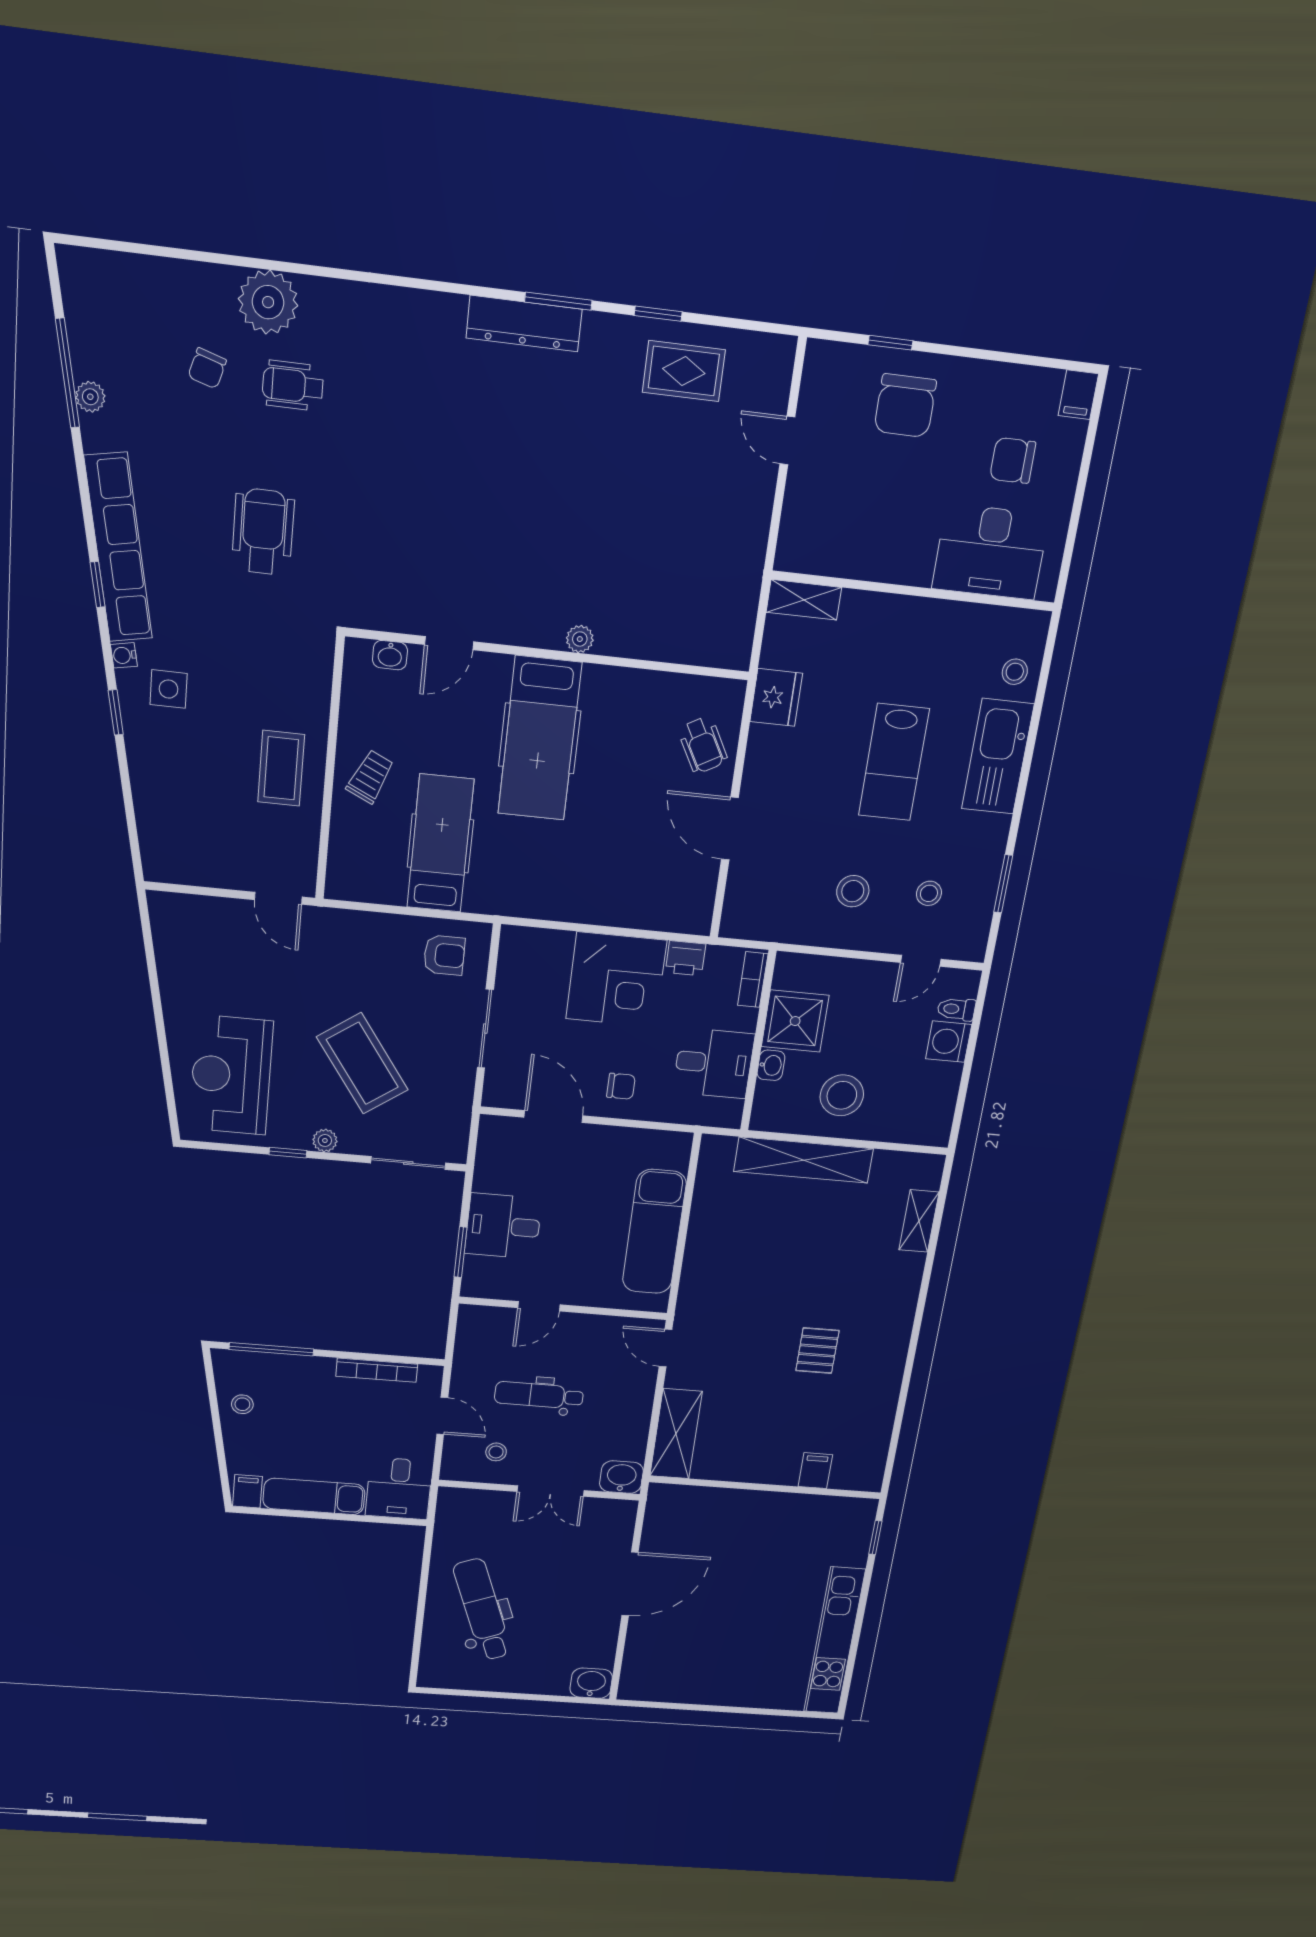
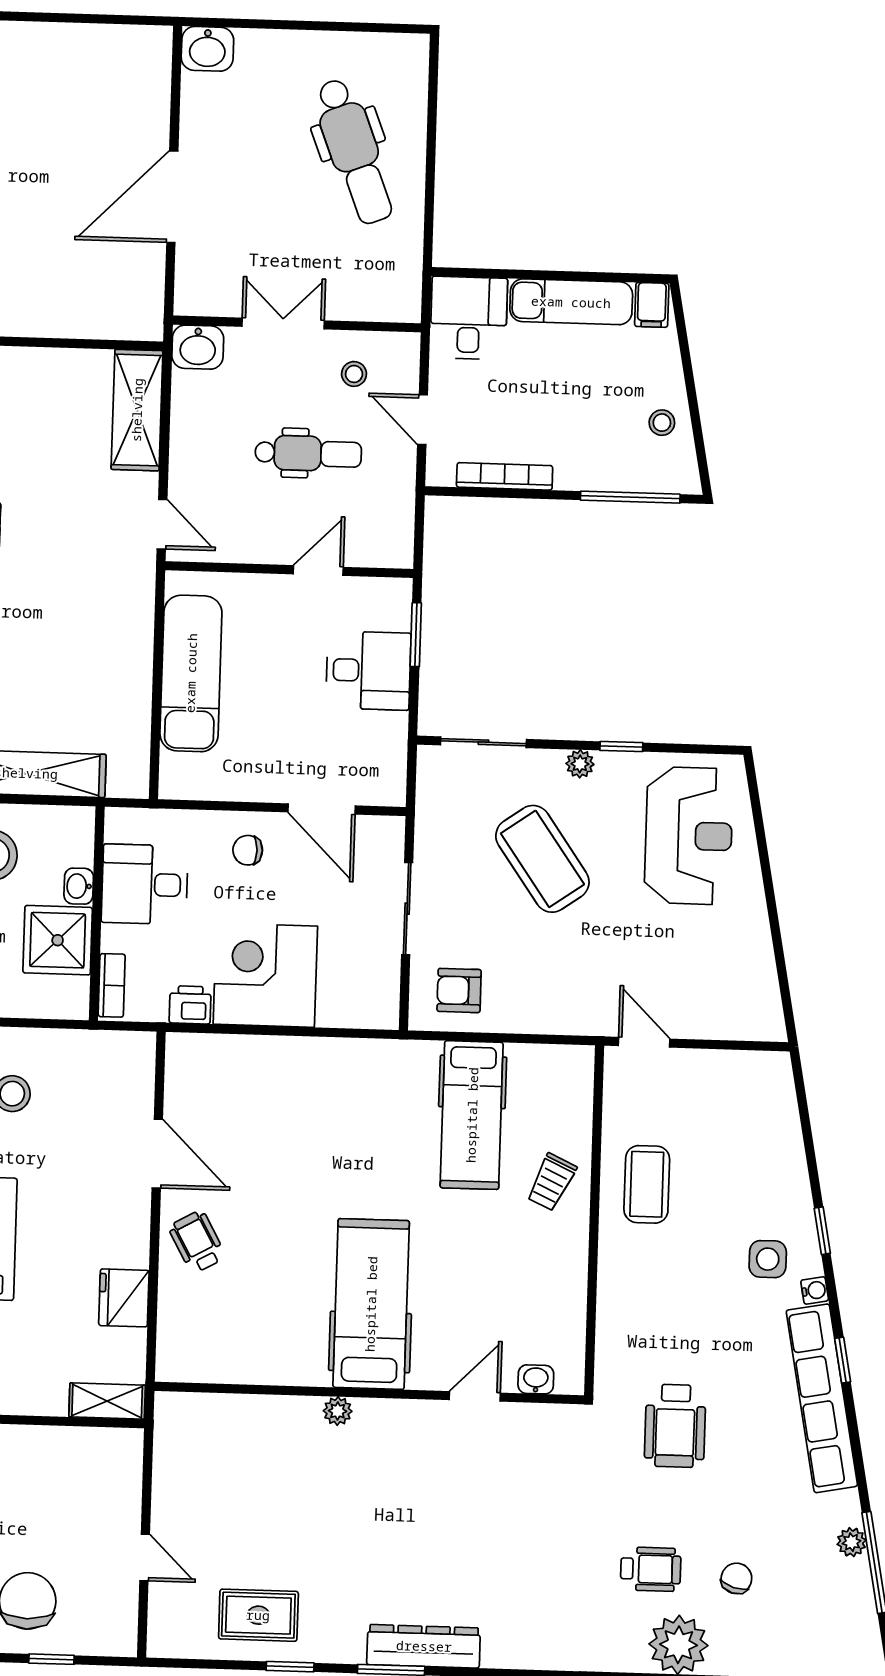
plant: (580, 639) -> (338, 1411), moved
door: (449, 643) -> (475, 1396), moved
wall: (549, 654) -> (369, 1393), moved
washbasin: (390, 655) -> (536, 1379), moved
hospital bed: (540, 739) -> (371, 1304), moved

